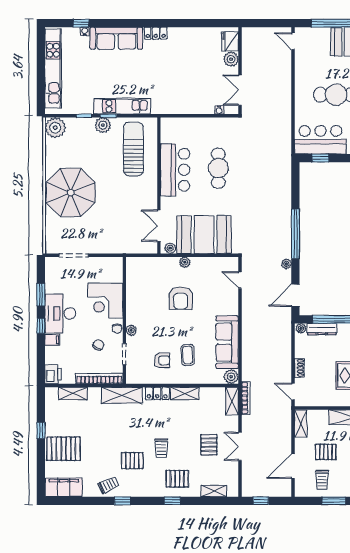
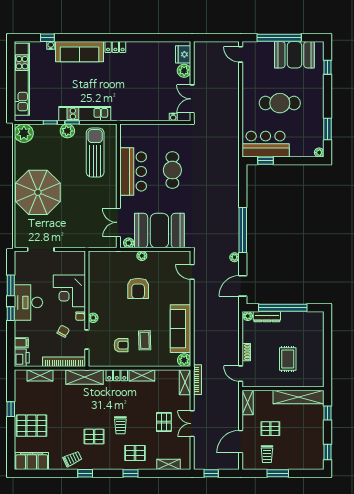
filing cabinet: (52, 340) -> (21, 343), moved

